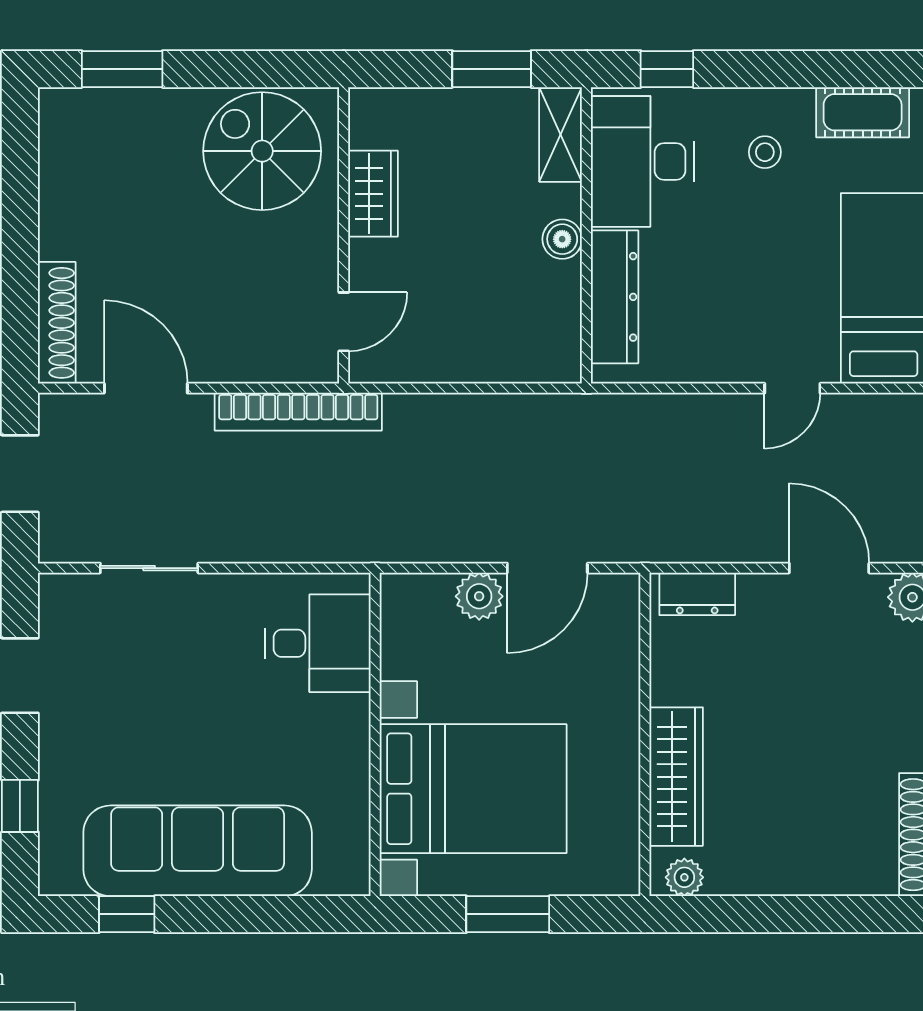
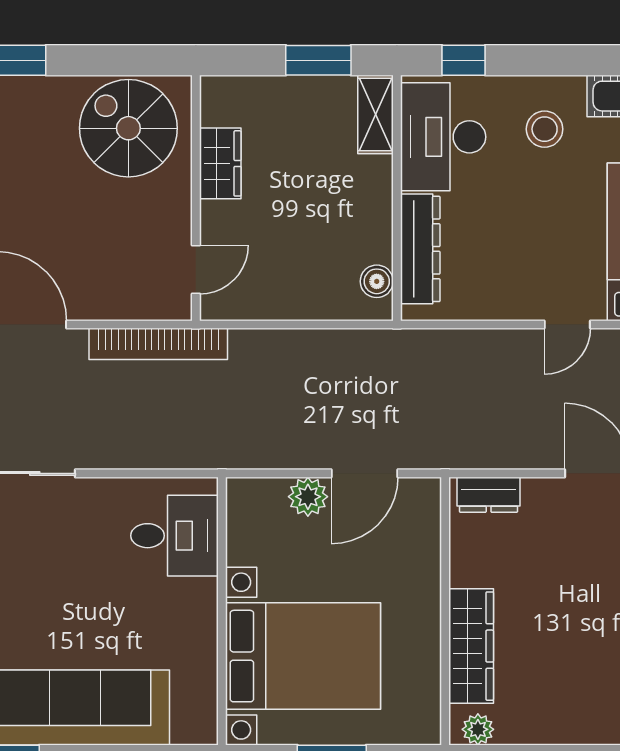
stool: (765, 152) -> (545, 129), width x1.37, depth x1.37
boiler: (562, 239) -> (377, 281), moved

